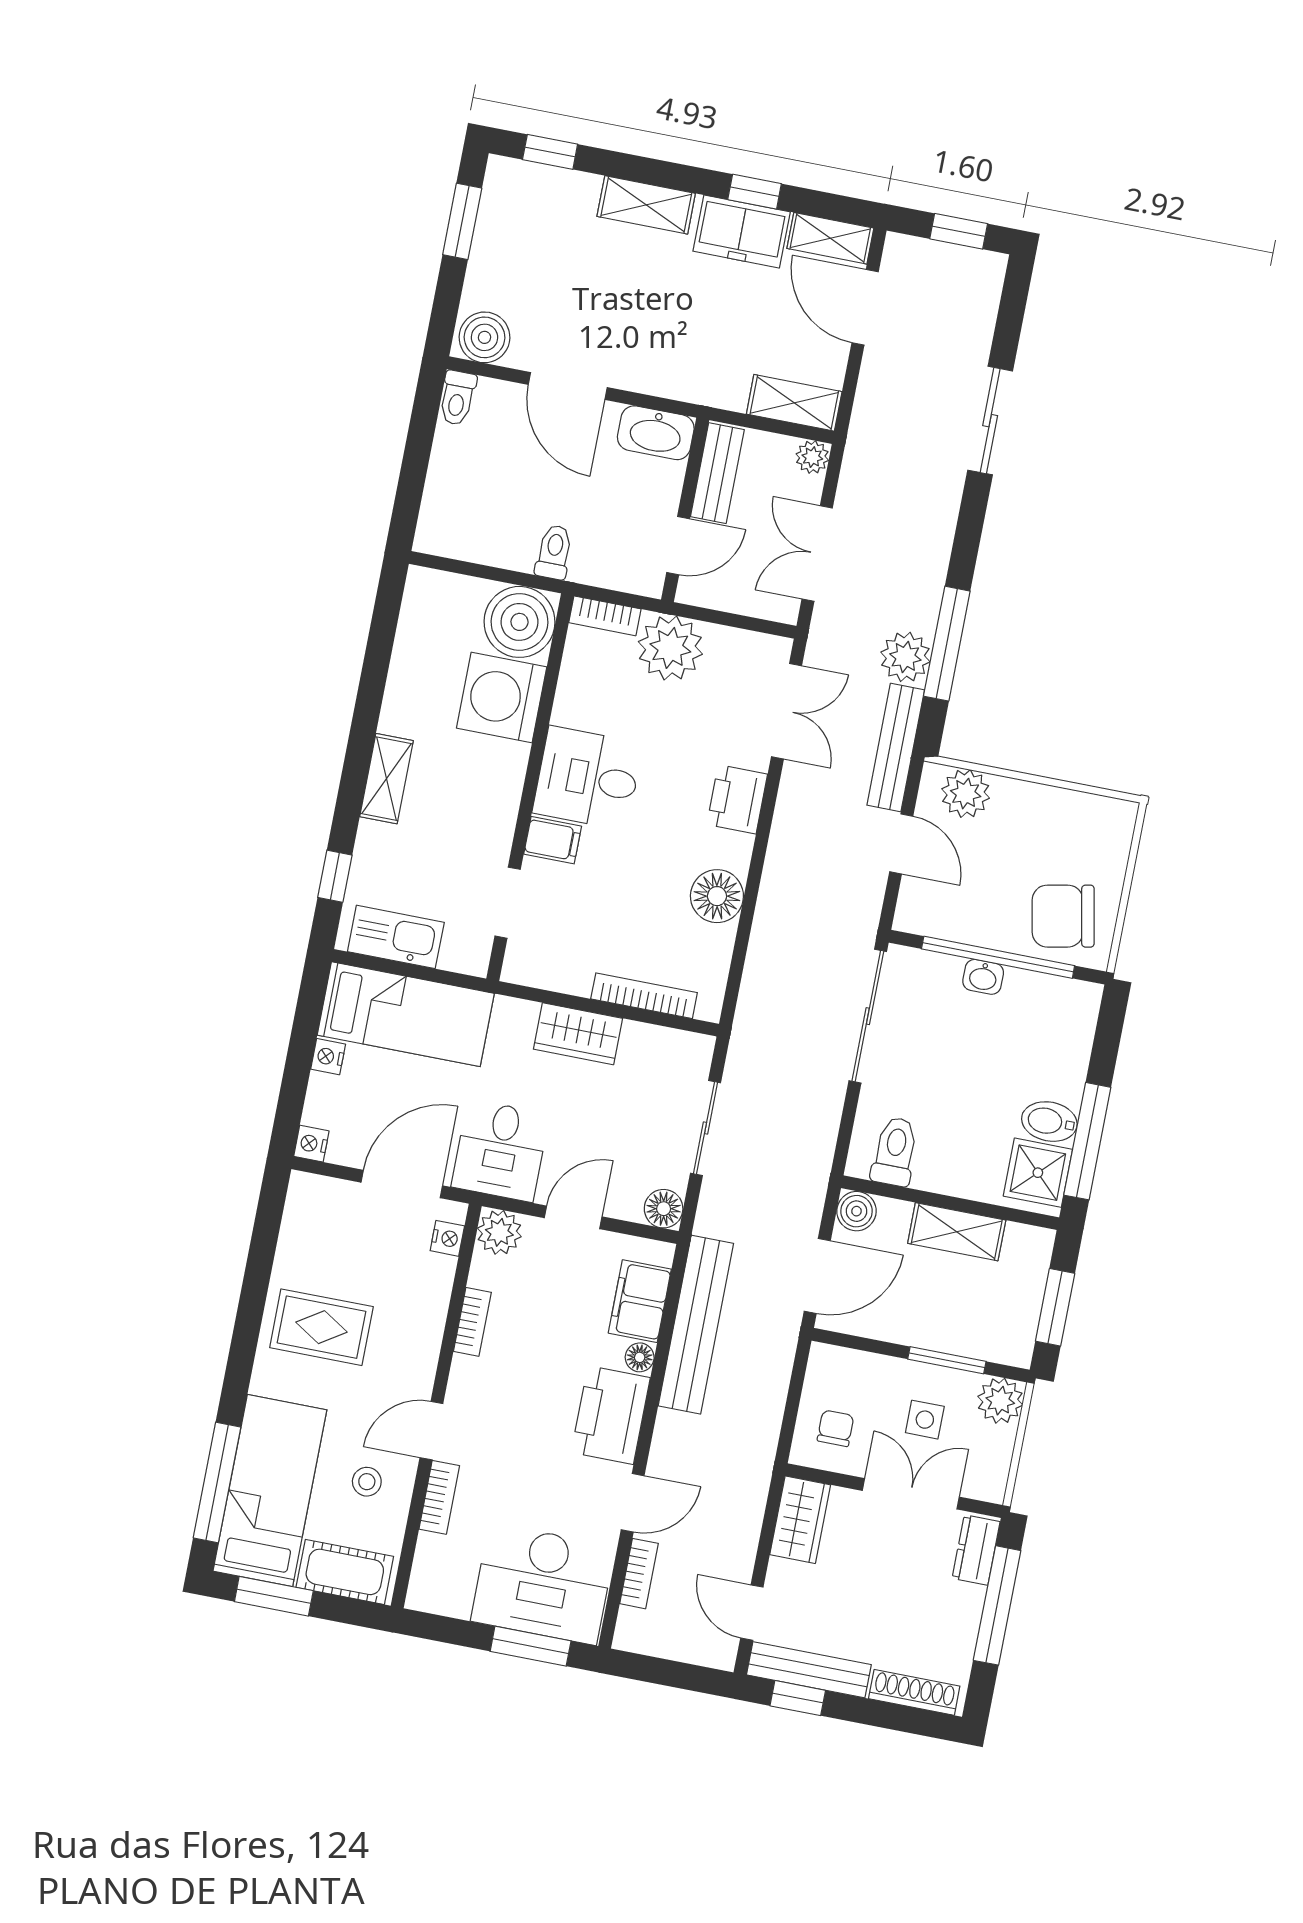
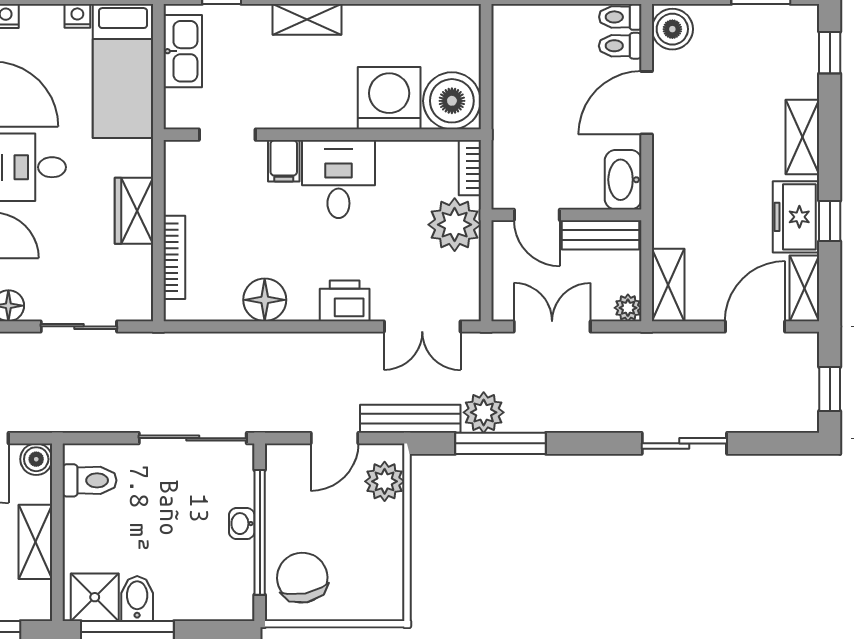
toilet: (554, 552) -> (620, 46), moved, turned 180

